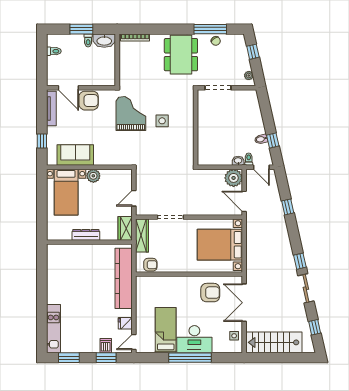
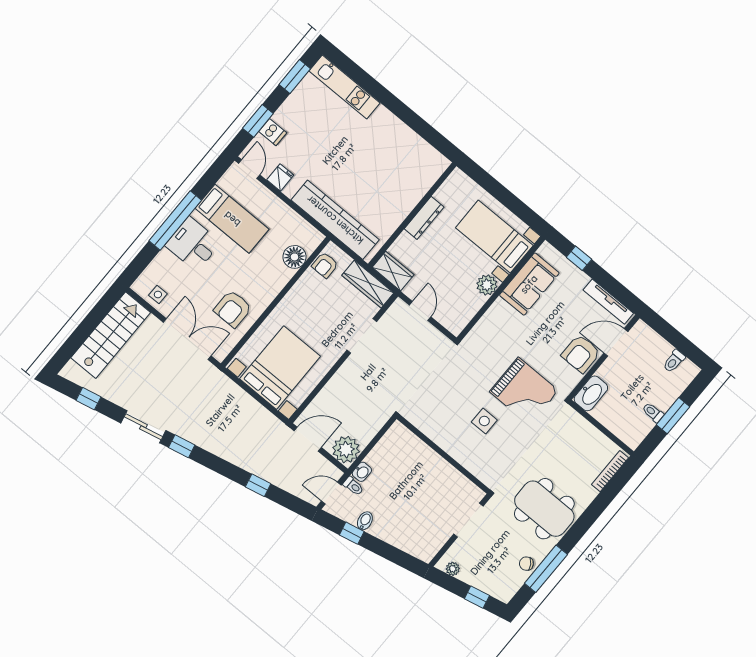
washbasin: (104, 41) -> (591, 393), moved, turned 180
floor lamp: (159, 283) -> (295, 257), added
desk: (194, 339) -> (193, 244), width x0.73

